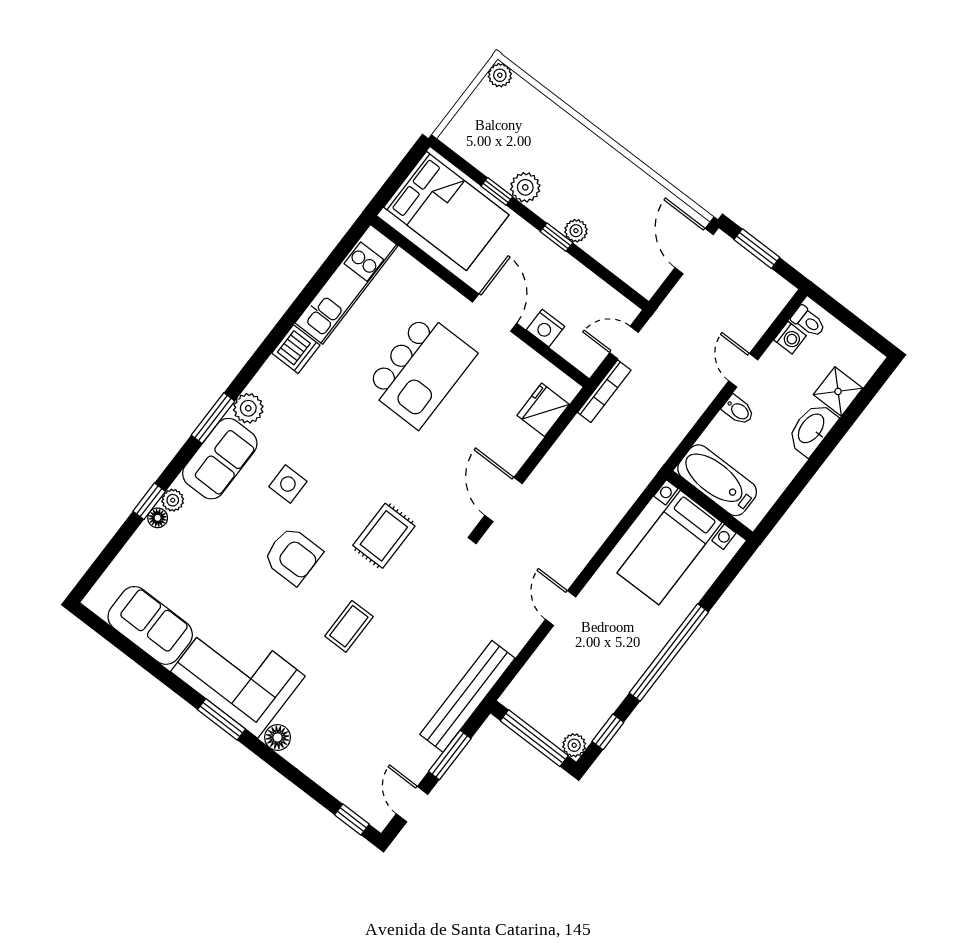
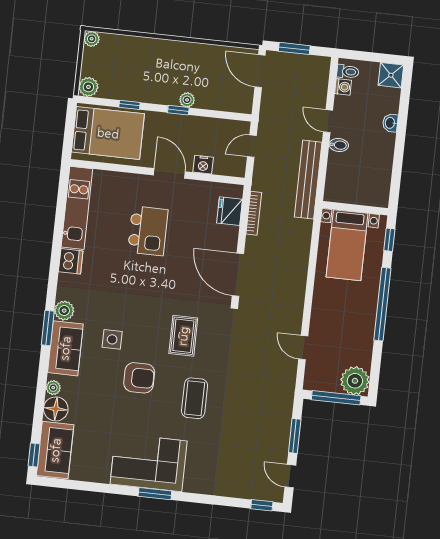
plant: (525, 187) -> (88, 87), moved
kitchen island: (421, 371) -> (148, 231), width x0.73, depth x0.78
bookcase: (604, 391) -> (254, 213), moved
shower: (838, 391) -> (391, 75), moved
washbasin: (812, 429) -> (390, 123), width x0.52, depth x0.69
bathtub: (717, 480) -> (351, 191), removed
door: (503, 500) -> (238, 275), width x1.36
window: (149, 501) -> (34, 455), moved
floor lamp: (158, 518) -> (56, 409), width x1.89, depth x1.89
door: (561, 608) -> (303, 348), moved
sofa: (150, 625) -> (55, 450), moved, turned 90
coffee table: (349, 626) -> (195, 398), width x1.36, depth x1.30
bench: (467, 696) -> (308, 180), moved
window: (608, 732) -> (389, 240), moved
floor lamp: (278, 737) -> (192, 485), removed
plant: (574, 745) -> (355, 381), width x1.88, depth x1.88

